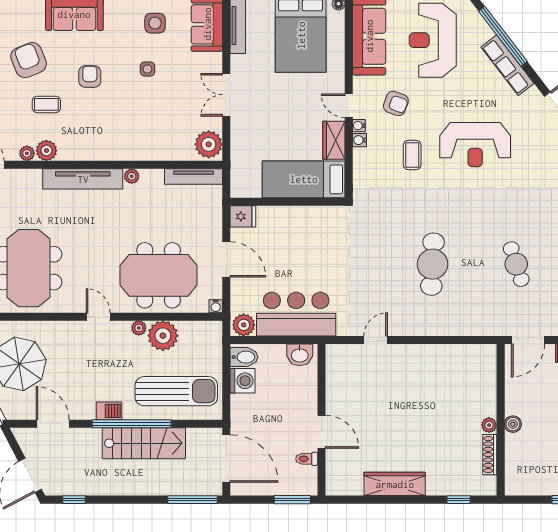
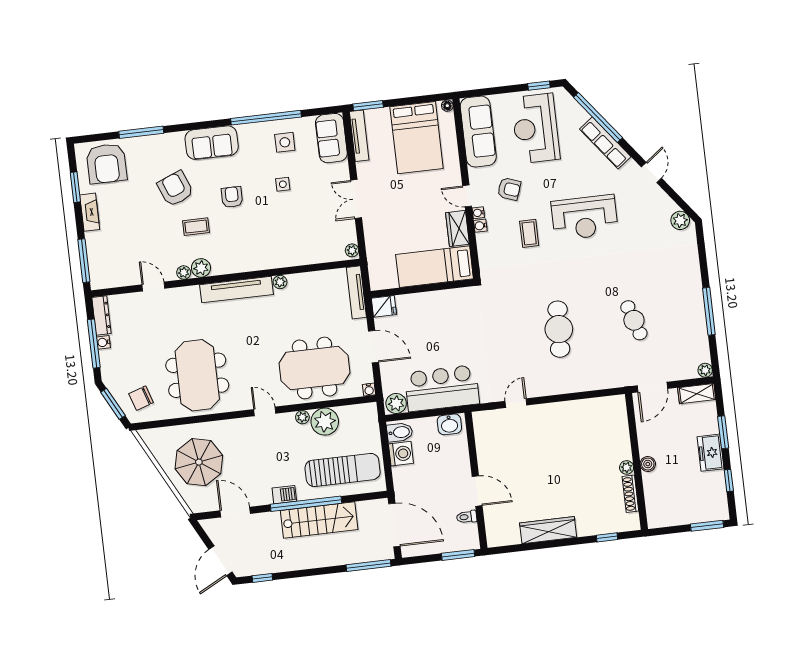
plant: (209, 144) -> (352, 250), width x0.53, depth x0.53
tv unit: (193, 177) -> (356, 292), moved, turned 90

